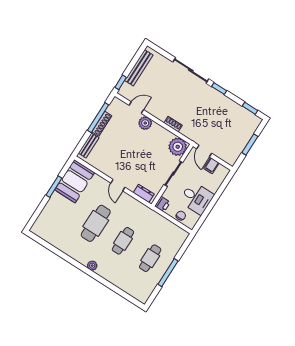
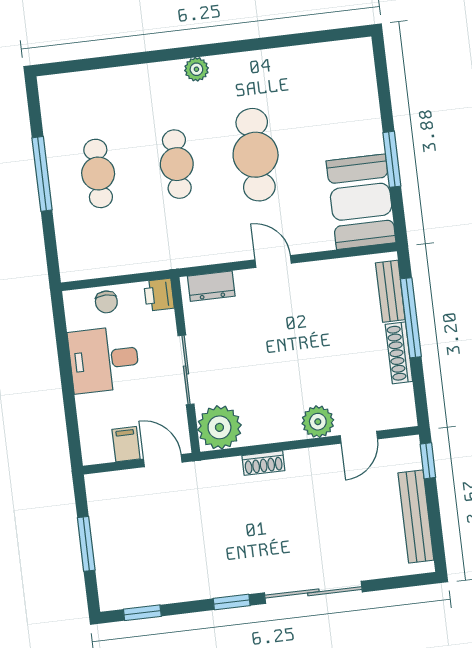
window: (98, 118) -> (411, 318), moved

